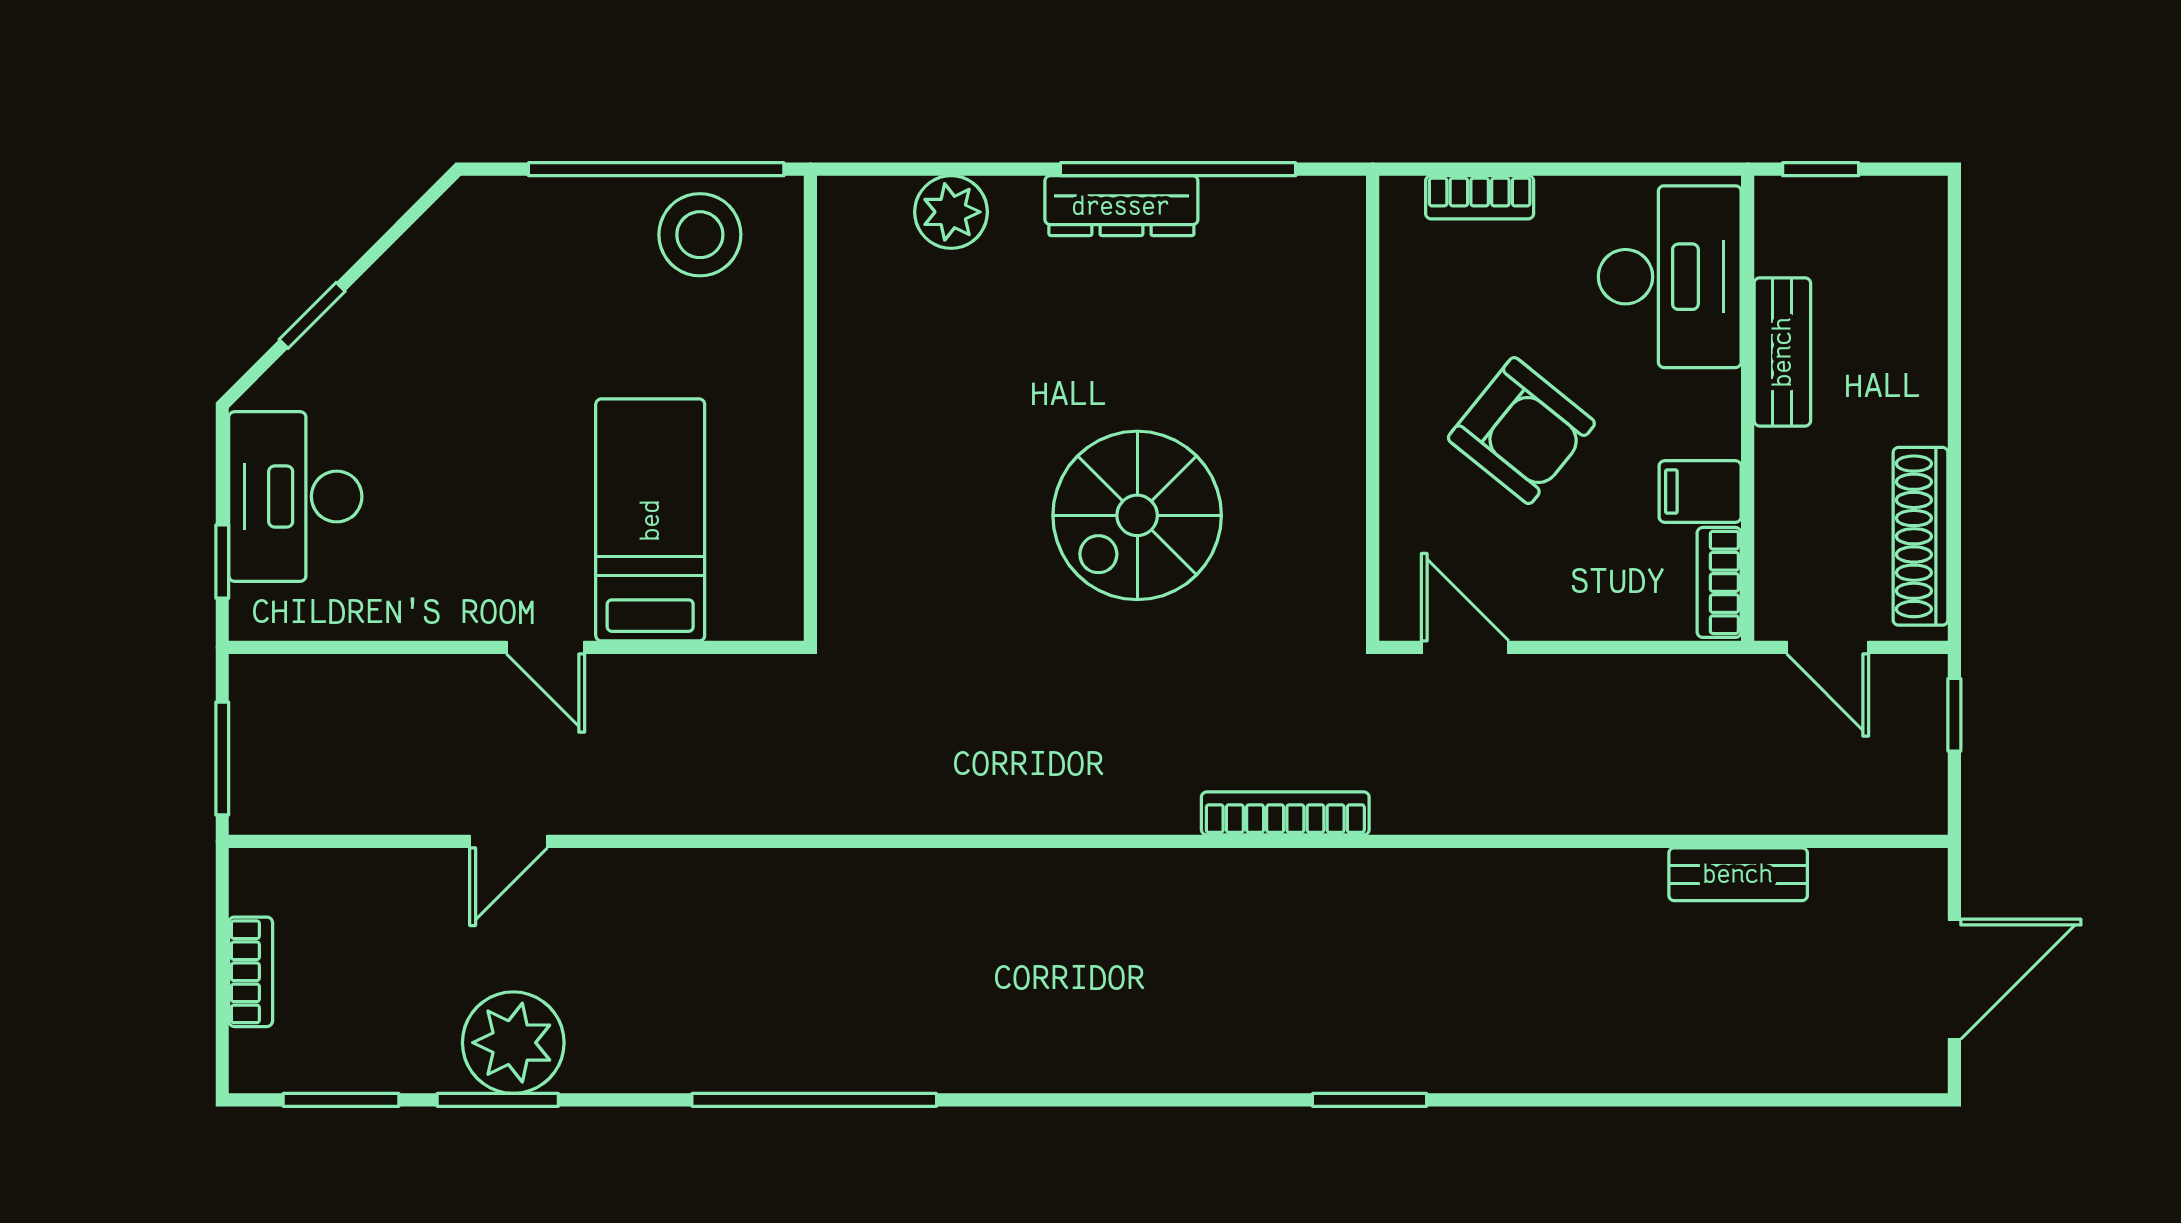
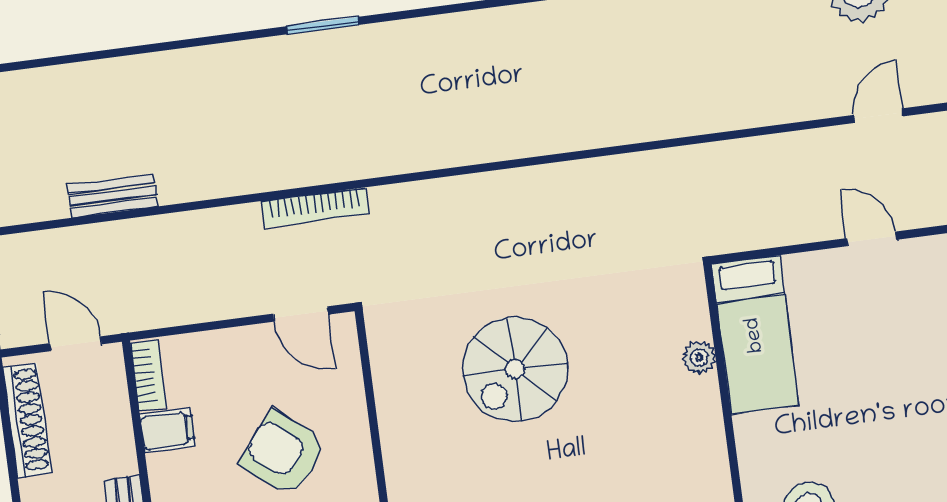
plant: (843, 496) -> (699, 357), added
spiral stairs: (1137, 515) -> (515, 369), turned 180
bed: (650, 520) -> (755, 335), moved
bookcase: (1285, 813) -> (315, 207), moved

